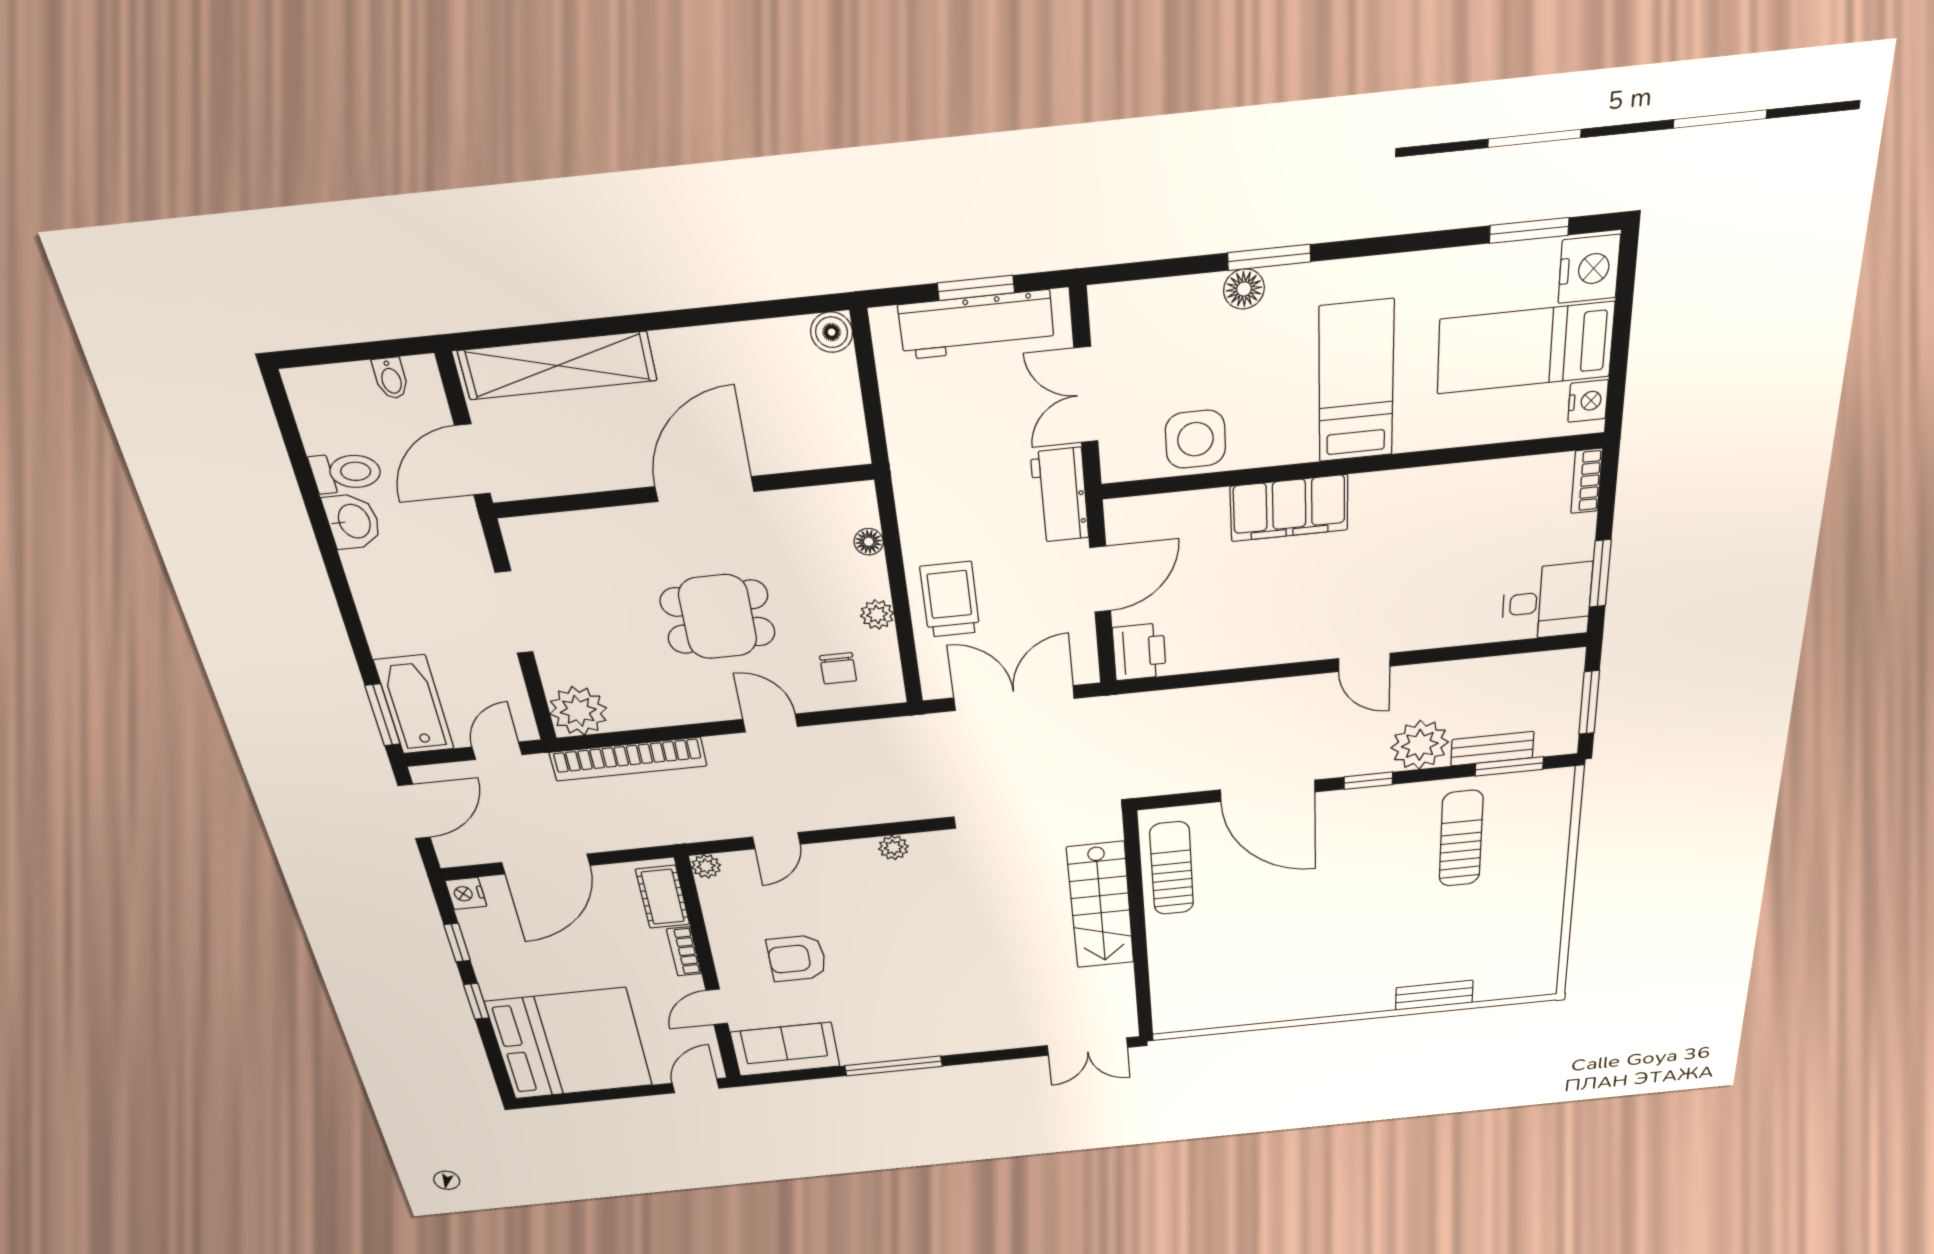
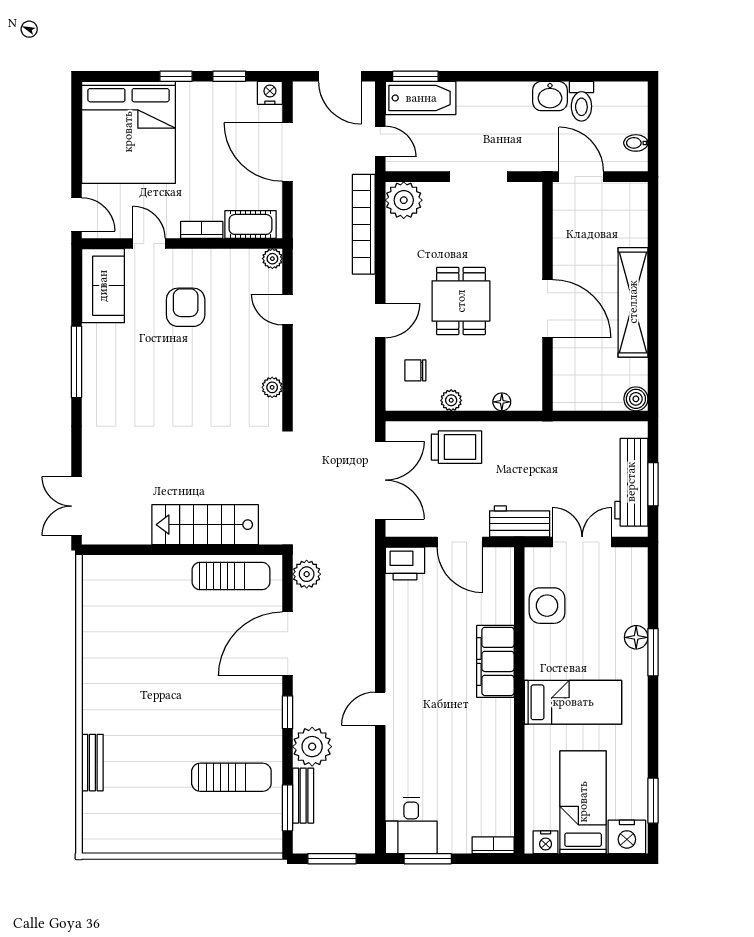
shelving: (558, 366) -> (633, 302), moved
plant: (1164, 778) -> (307, 574), added

